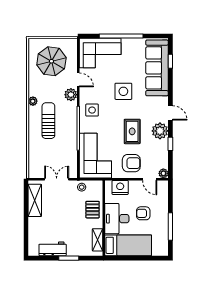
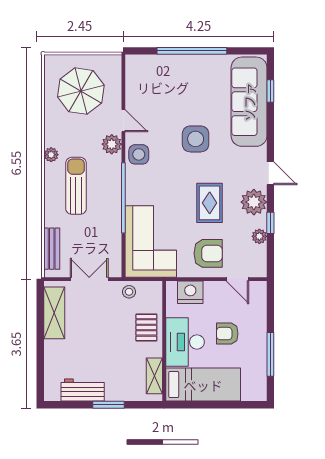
corner sofa: (100, 53) -> (158, 78), removed
side table: (92, 110) -> (139, 154), moved
bench: (33, 160) -> (52, 249), added
plant: (163, 173) -> (259, 236), moved

